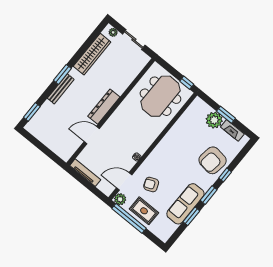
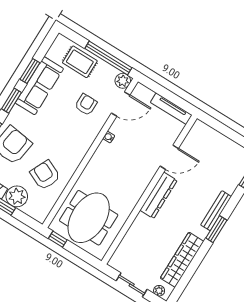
armchair: (190, 134) -> (45, 175), added
armchair: (151, 185) -> (86, 105), turned -68
rug: (144, 211) -> (80, 62), moved

